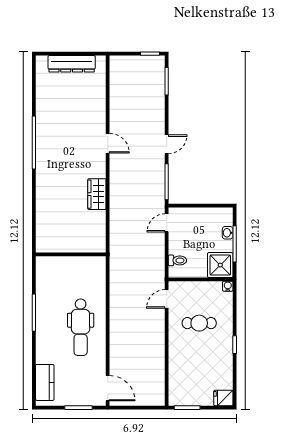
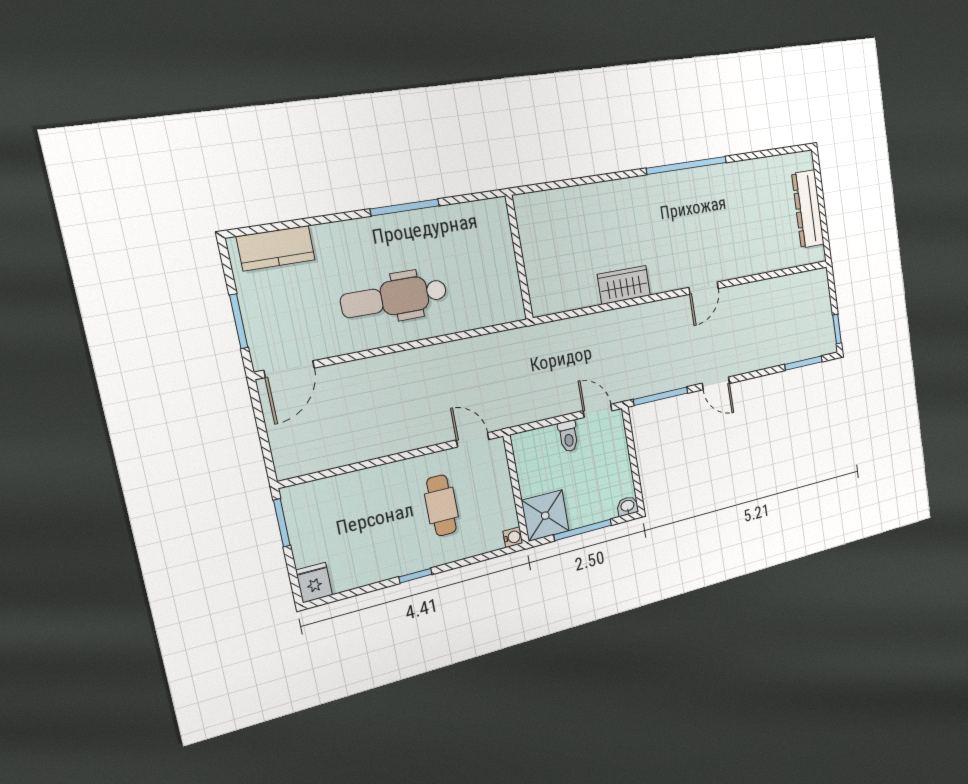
washbasin: (228, 233) -> (628, 506), moved
toilet: (177, 260) -> (568, 436), moved

